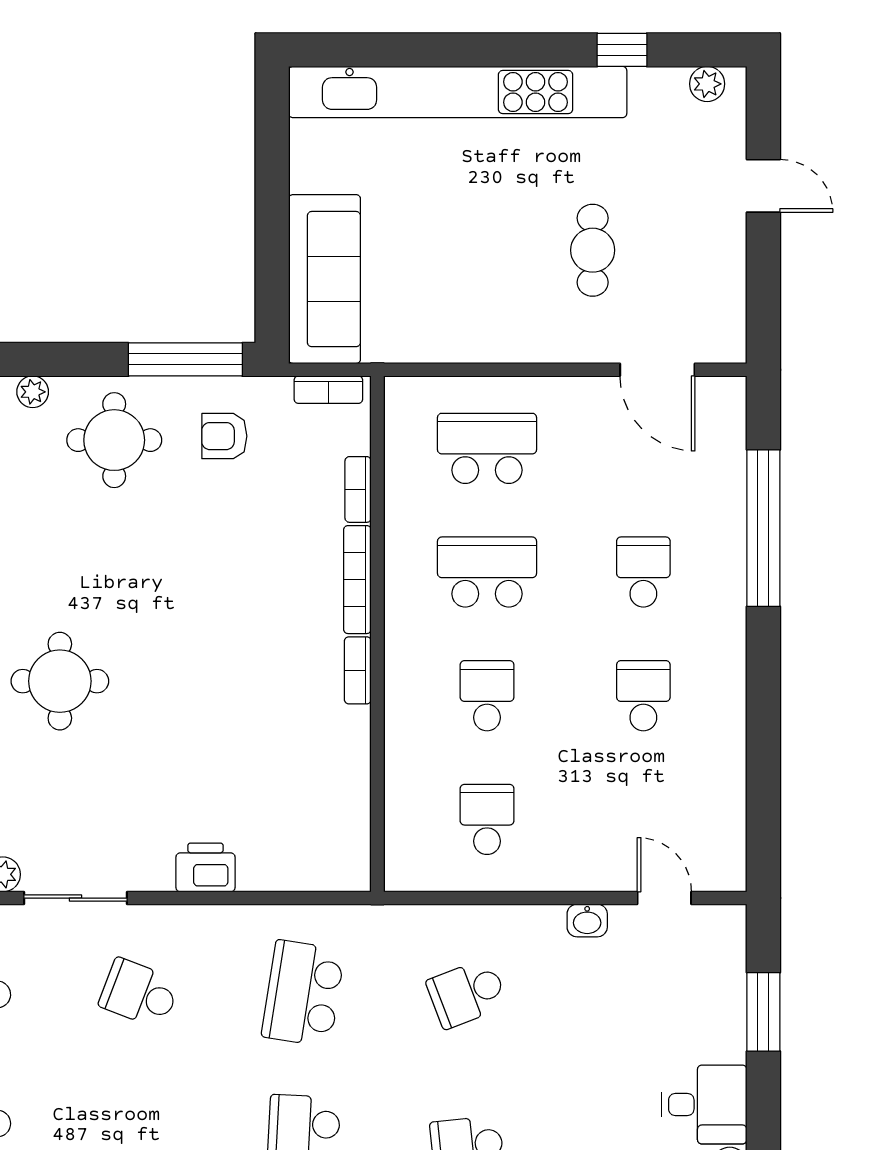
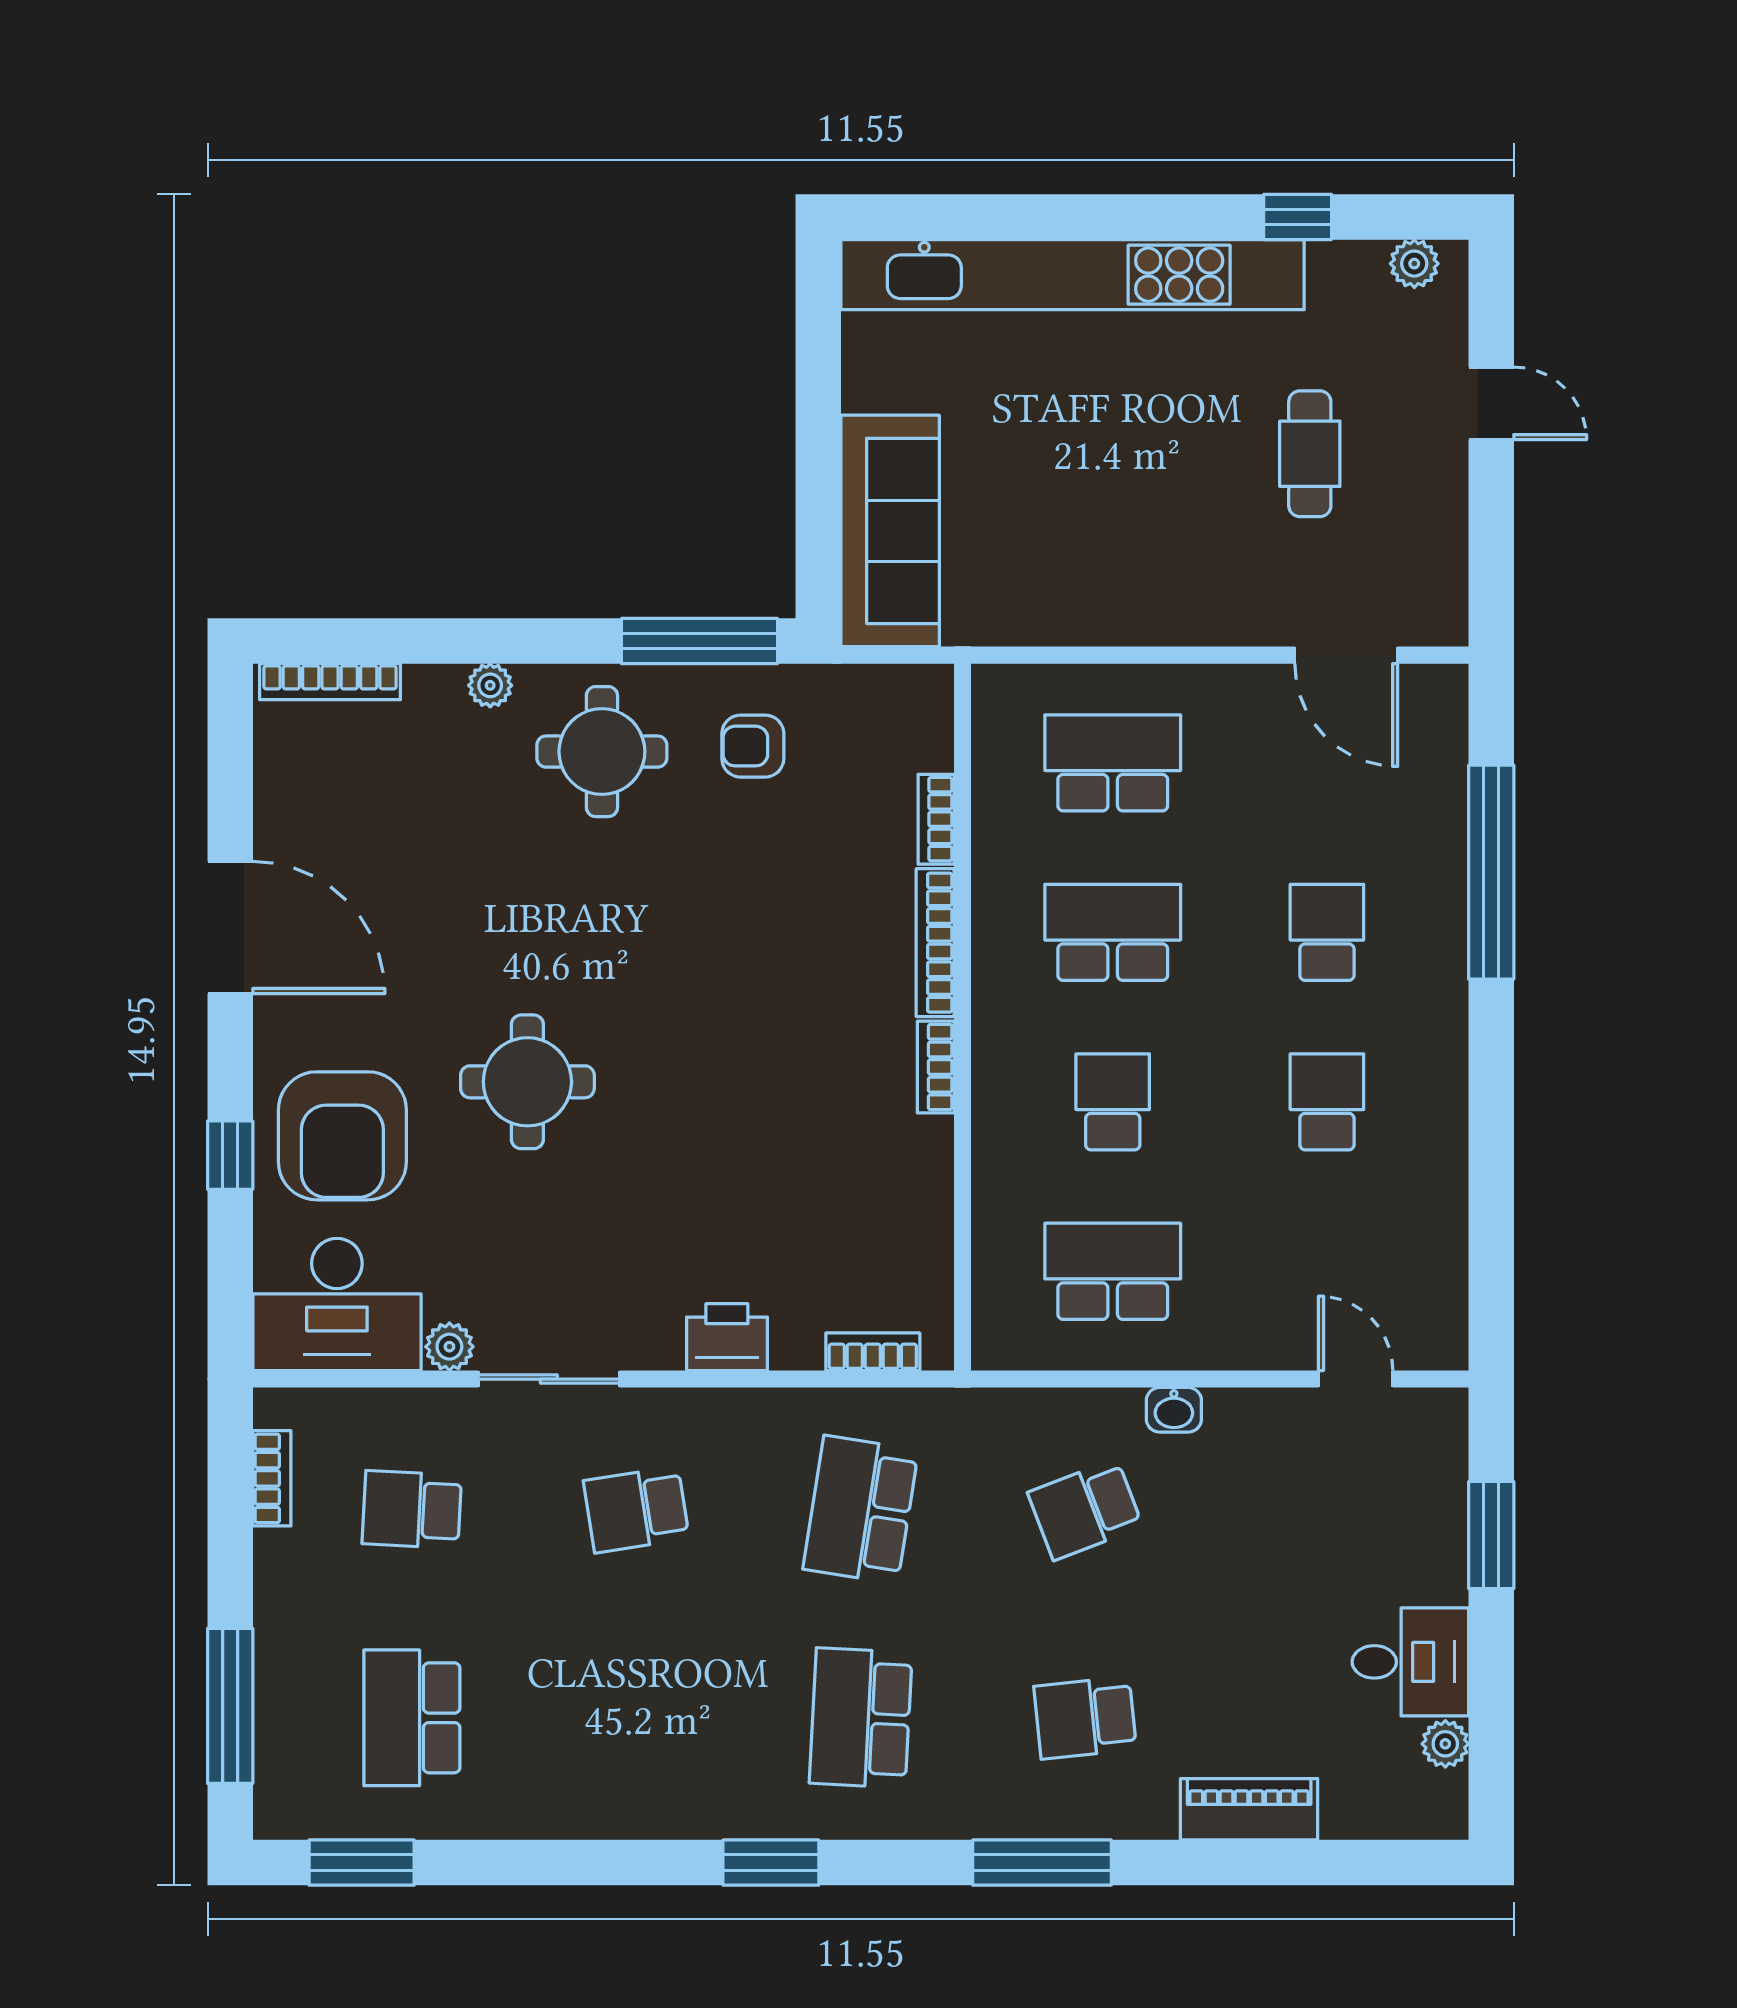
cafe table: (593, 250) -> (1310, 454), moved
bookcase: (328, 390) -> (873, 1352), moved, turned 180
school desk: (487, 819) -> (1113, 1271), width x1.85
washbasin: (587, 920) -> (1174, 1410), moved
school desk: (139, 993) -> (636, 1510), turned -30

